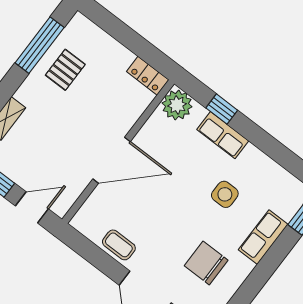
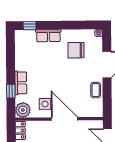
side table: (225, 194) -> (45, 104), moved
chair: (206, 263) -> (76, 50), turned 90

